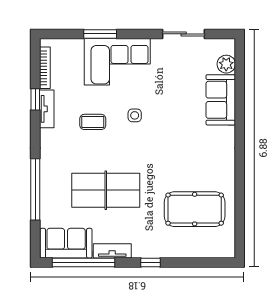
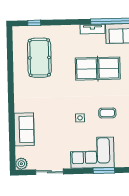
plant: (226, 64) -> (21, 164), moved
pool table: (195, 209) -> (39, 58), turned 90
window: (150, 262) -> (34, 23), moved

